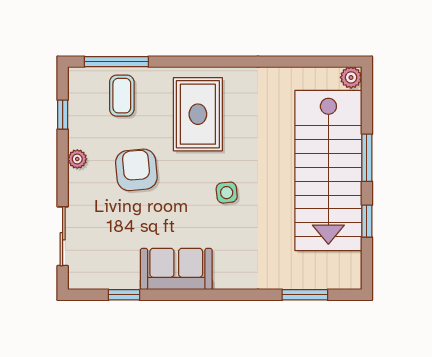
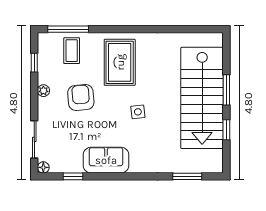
plant: (351, 77) -> (216, 39), removed
floor lamp: (77, 281) -> (43, 167), added

